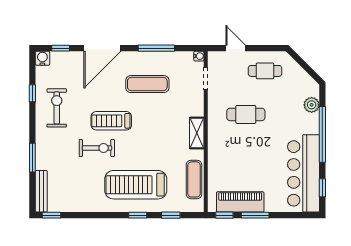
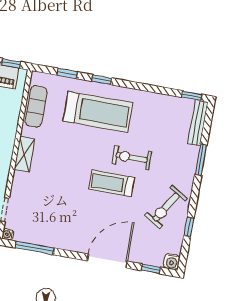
window: (156, 48) -> (35, 248), moved
exercise mat: (147, 84) -> (67, 215), removed
exercise bike: (57, 108) -> (166, 207), turned 32
treadmill: (111, 121) -> (112, 183), turned 180

